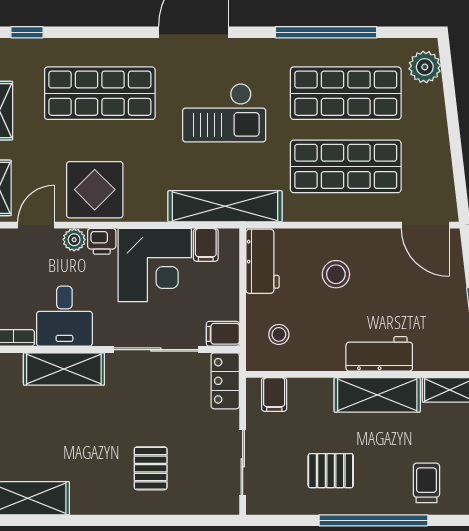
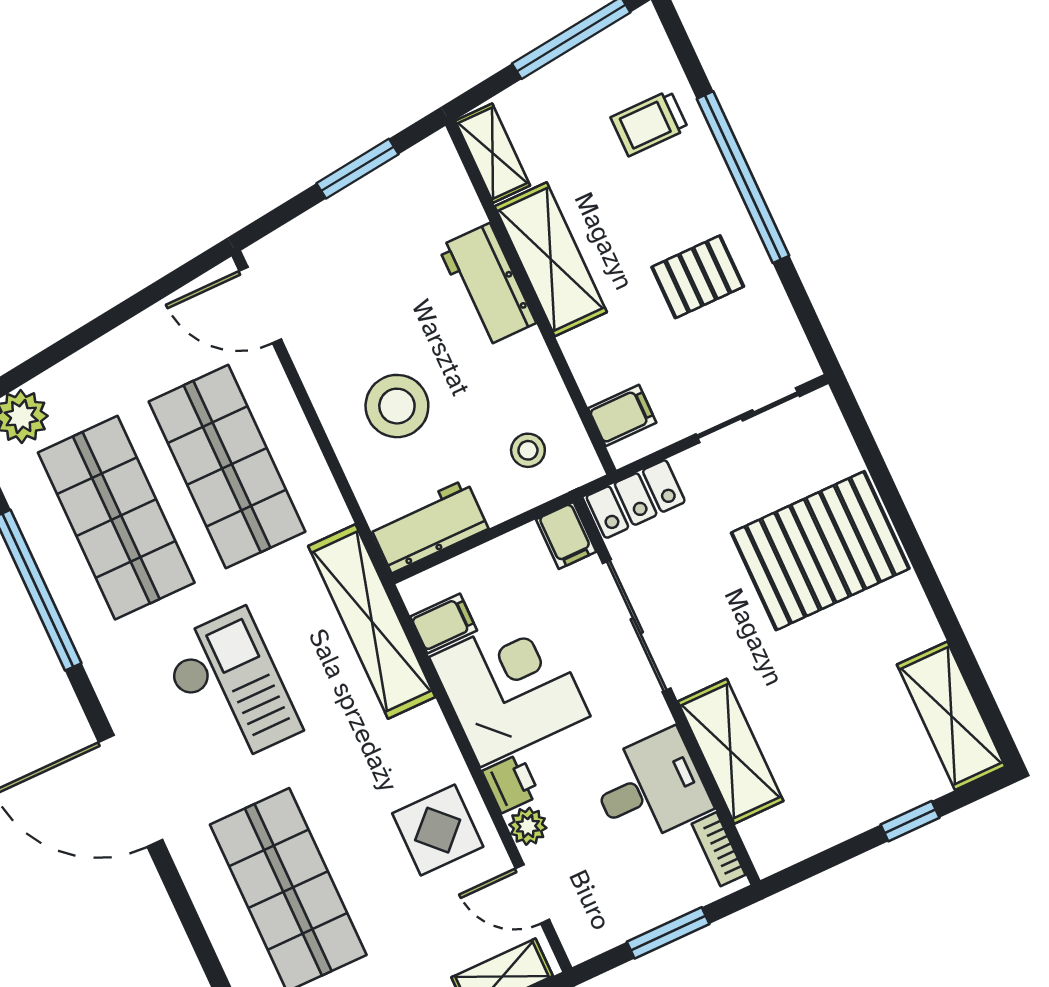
display table: (95, 190) -> (438, 830), width x0.73, depth x0.73
door: (425, 225) -> (260, 305), swing flipped
stool: (336, 274) -> (397, 406), width x1.38, depth x1.38
pallet: (151, 468) -> (820, 551), width x2.05, depth x2.00
pallet: (331, 471) -> (698, 277), turned 90

